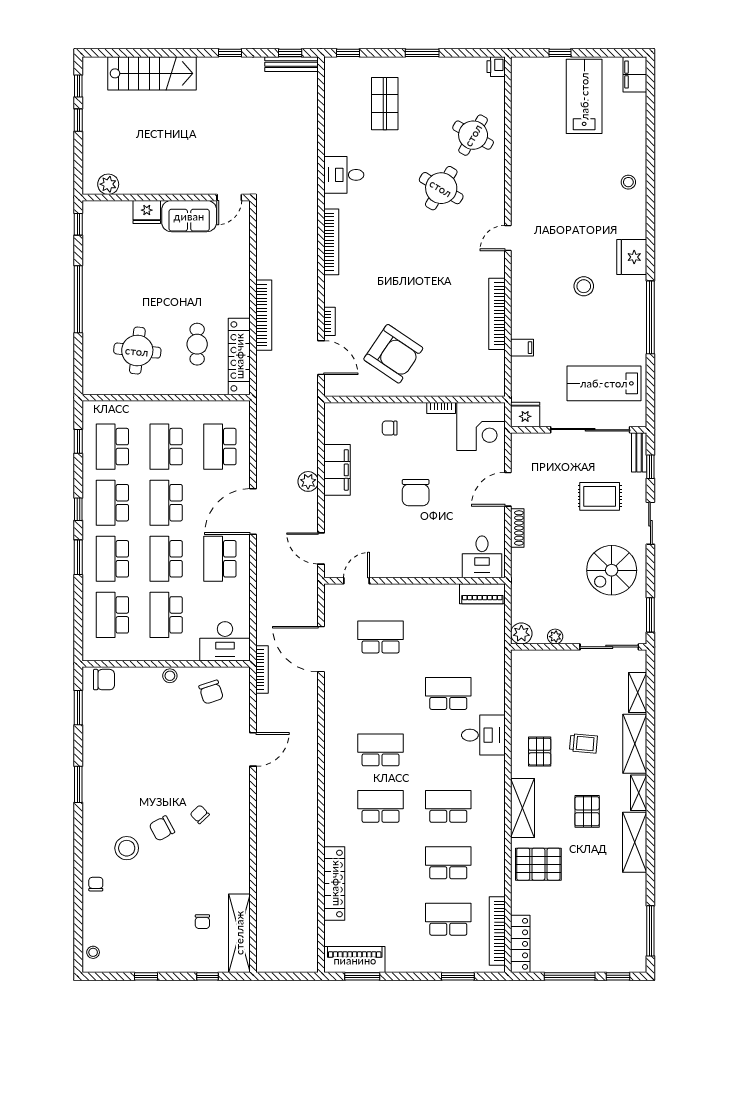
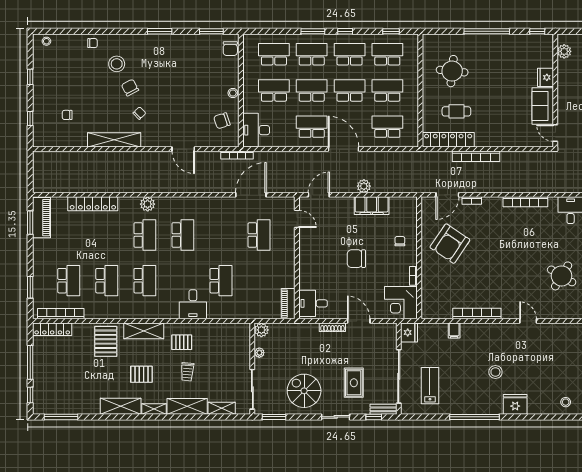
lab bench: (604, 383) -> (430, 386), width x0.73, depth x0.72
plant: (335, 802) -> (148, 204), added
shelving: (239, 933) -> (114, 140), moved

